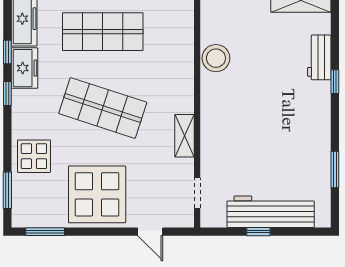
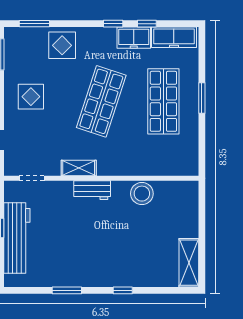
workbench: (319, 57) -> (92, 190), moved, turned 180
window: (335, 169) -> (67, 290), moved
display table: (97, 194) -> (31, 97), width x0.54, depth x0.54

